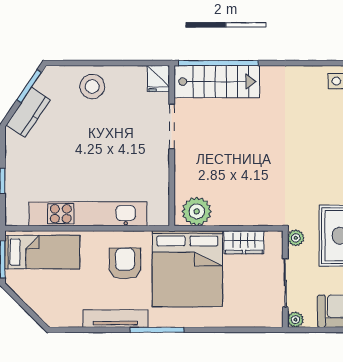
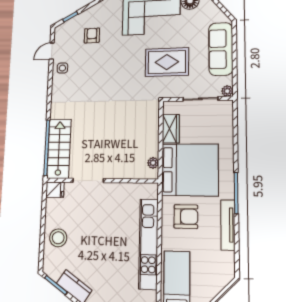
plant: (197, 211) -> (153, 163), width x0.53, depth x0.53
plant: (296, 238) -> (168, 92), removed
armchair: (125, 264) -> (186, 217), turned 180

